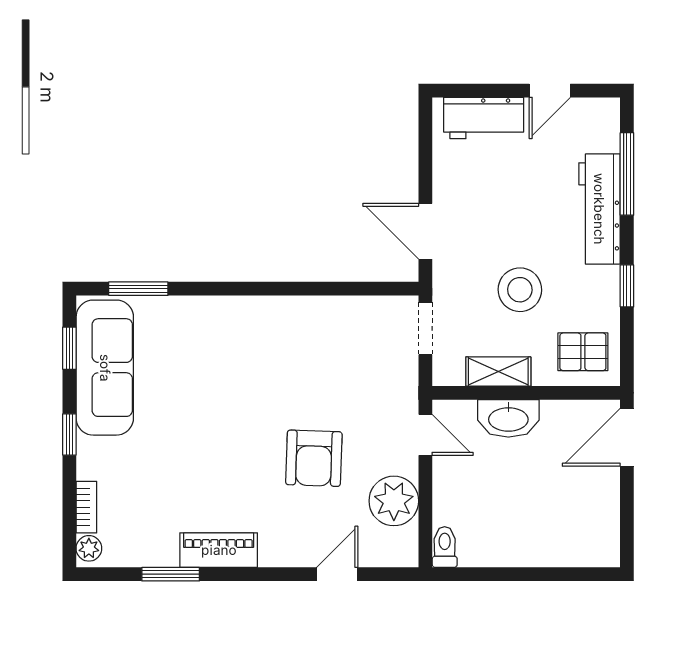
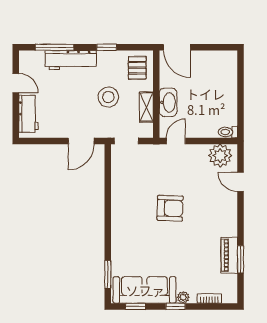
armchair: (314, 458) -> (170, 208), moved
plant: (394, 501) -> (220, 156), moved
plant: (89, 548) -> (183, 297), moved
piano: (219, 550) -> (229, 255), moved

